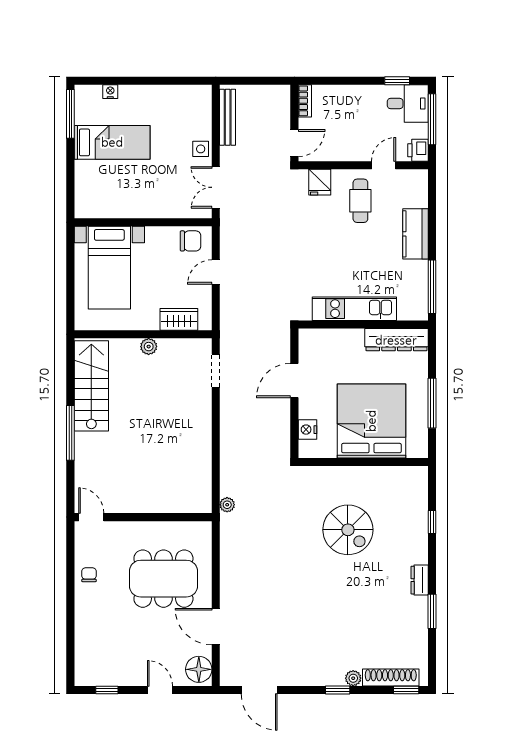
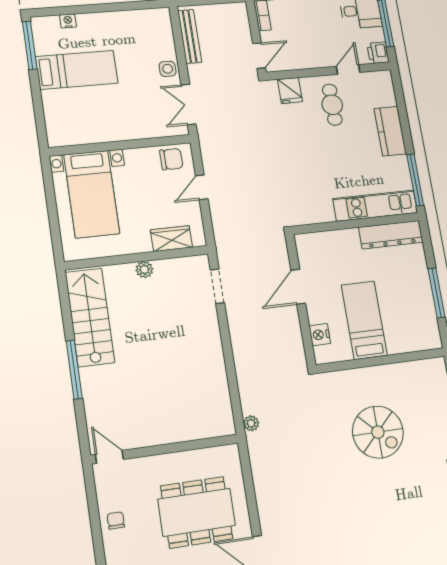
kitchen unit: (354, 309) -> (375, 206), moved
bed: (371, 421) -> (364, 320), width x0.49

